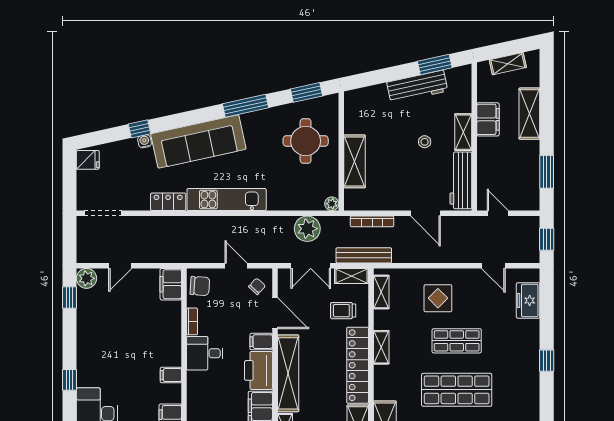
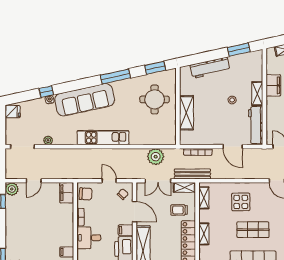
workbench: (417, 87) -> (210, 68), moved
locker: (168, 202) -> (65, 139), removed
plant: (332, 204) -> (48, 140), moved

